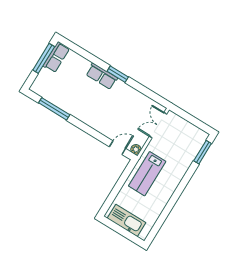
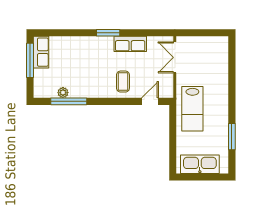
row of seats: (102, 76) -> (130, 44), moved
coffee table: (106, 119) -> (123, 82), added
plant: (136, 149) -> (63, 93), moved
window: (203, 152) -> (232, 137), moved

